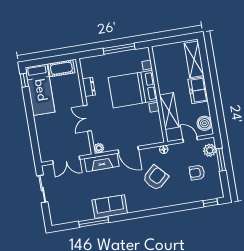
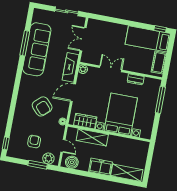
window: (119, 49) -> (160, 100), moved
wardrobe: (154, 125) -> (85, 121), added
door: (190, 139) -> (63, 146), hinge flipped
sofa: (110, 207) -> (37, 49), width x1.85, depth x1.27

